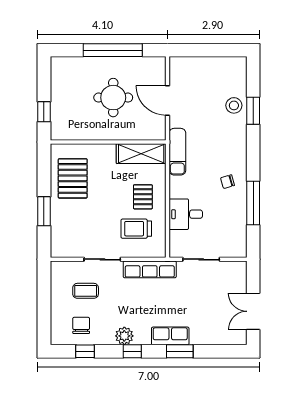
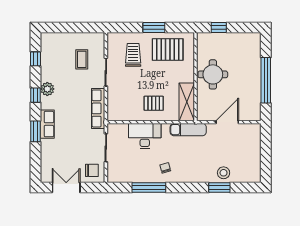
round table: (113, 98) -> (213, 74), moved
window: (44, 211) -> (154, 28), moved
desk: (186, 214) -> (145, 136), width x1.37
trolley: (136, 229) -> (133, 55), moved
chair: (81, 325) -> (92, 170), moved

